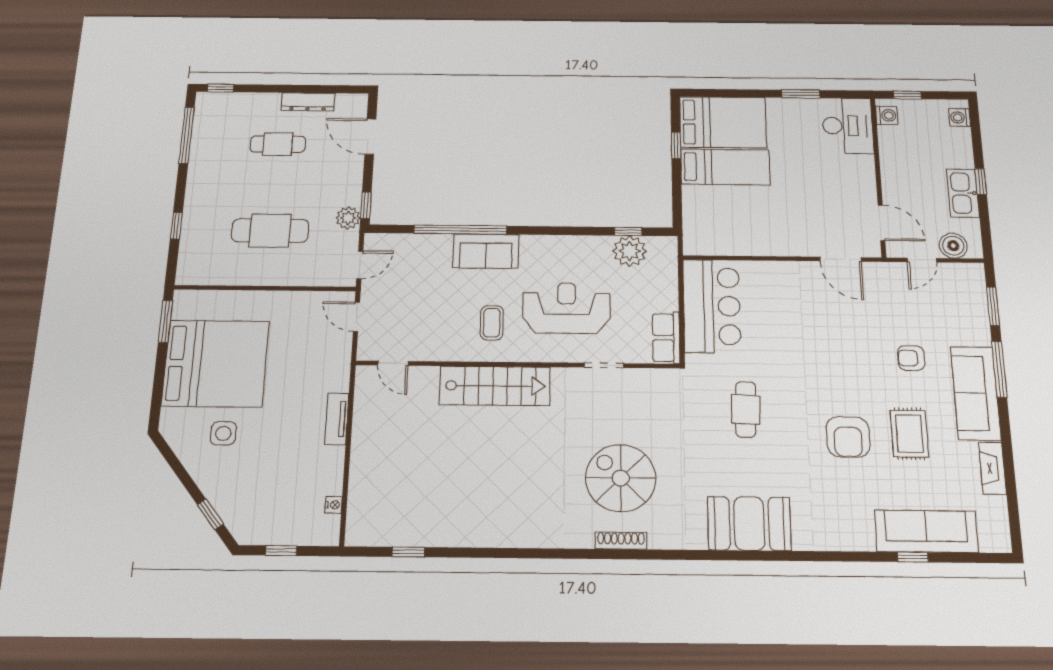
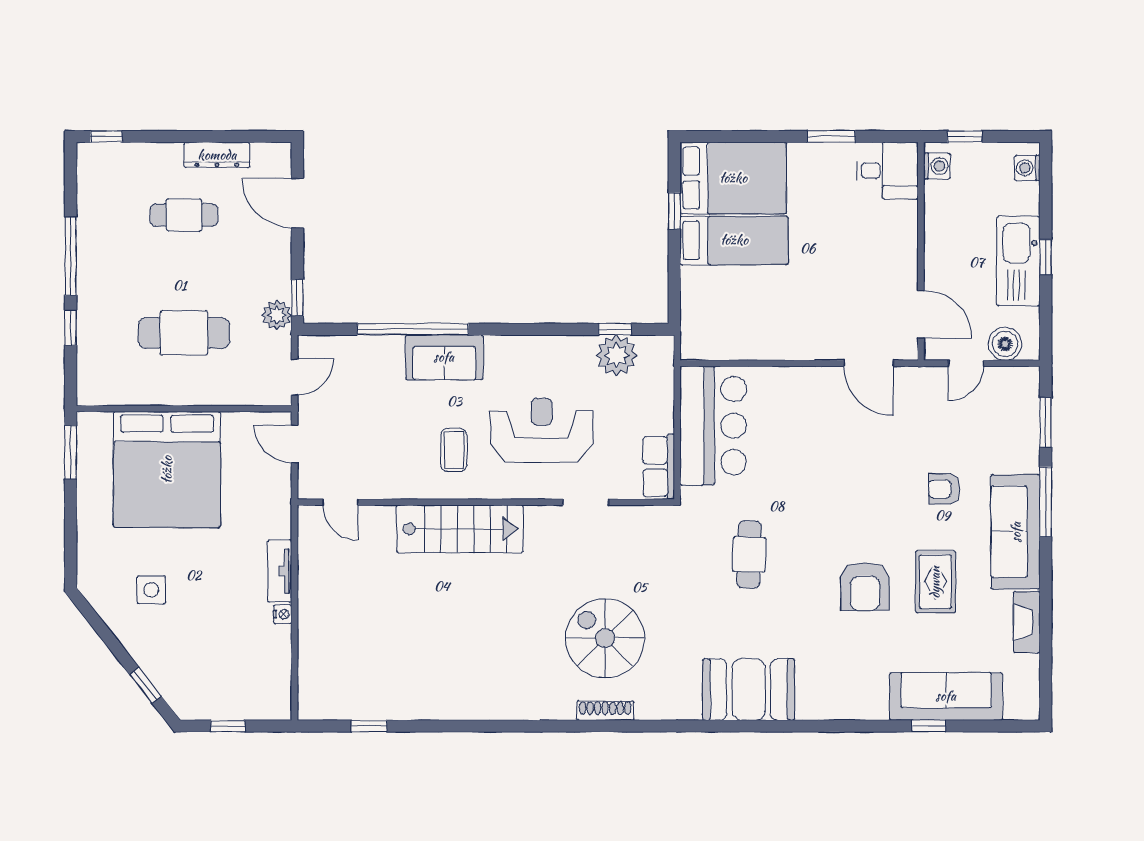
desk: (848, 126) -> (887, 171), width x0.73
window: (187, 135) -> (71, 256), moved
kitchen sink: (963, 193) -> (1018, 261), width x1.36, depth x1.24
bed: (216, 363) -> (167, 470), moved, turned 90
nightstand: (334, 505) -> (283, 614), moved

